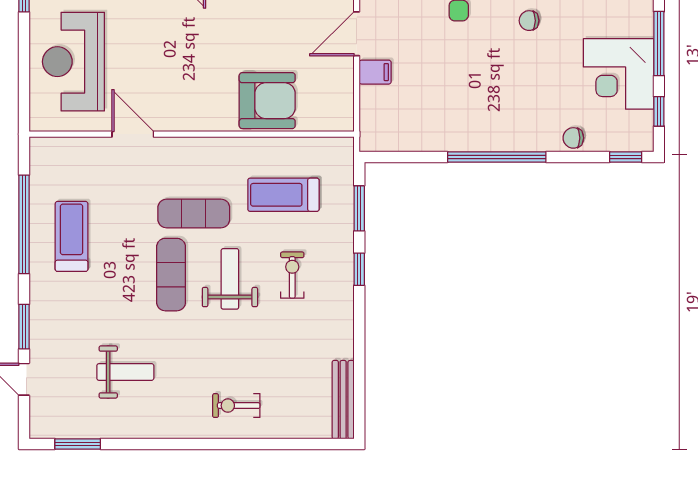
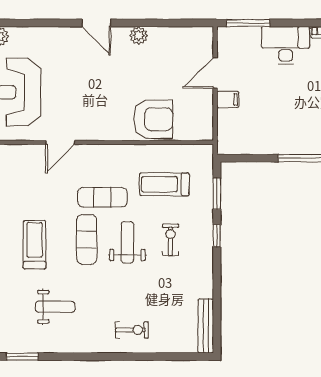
door: (133, 134) -> (60, 142), swing flipped
treadmill: (72, 236) -> (35, 245), moved
exercise bike: (236, 406) -> (132, 330), turned 180

